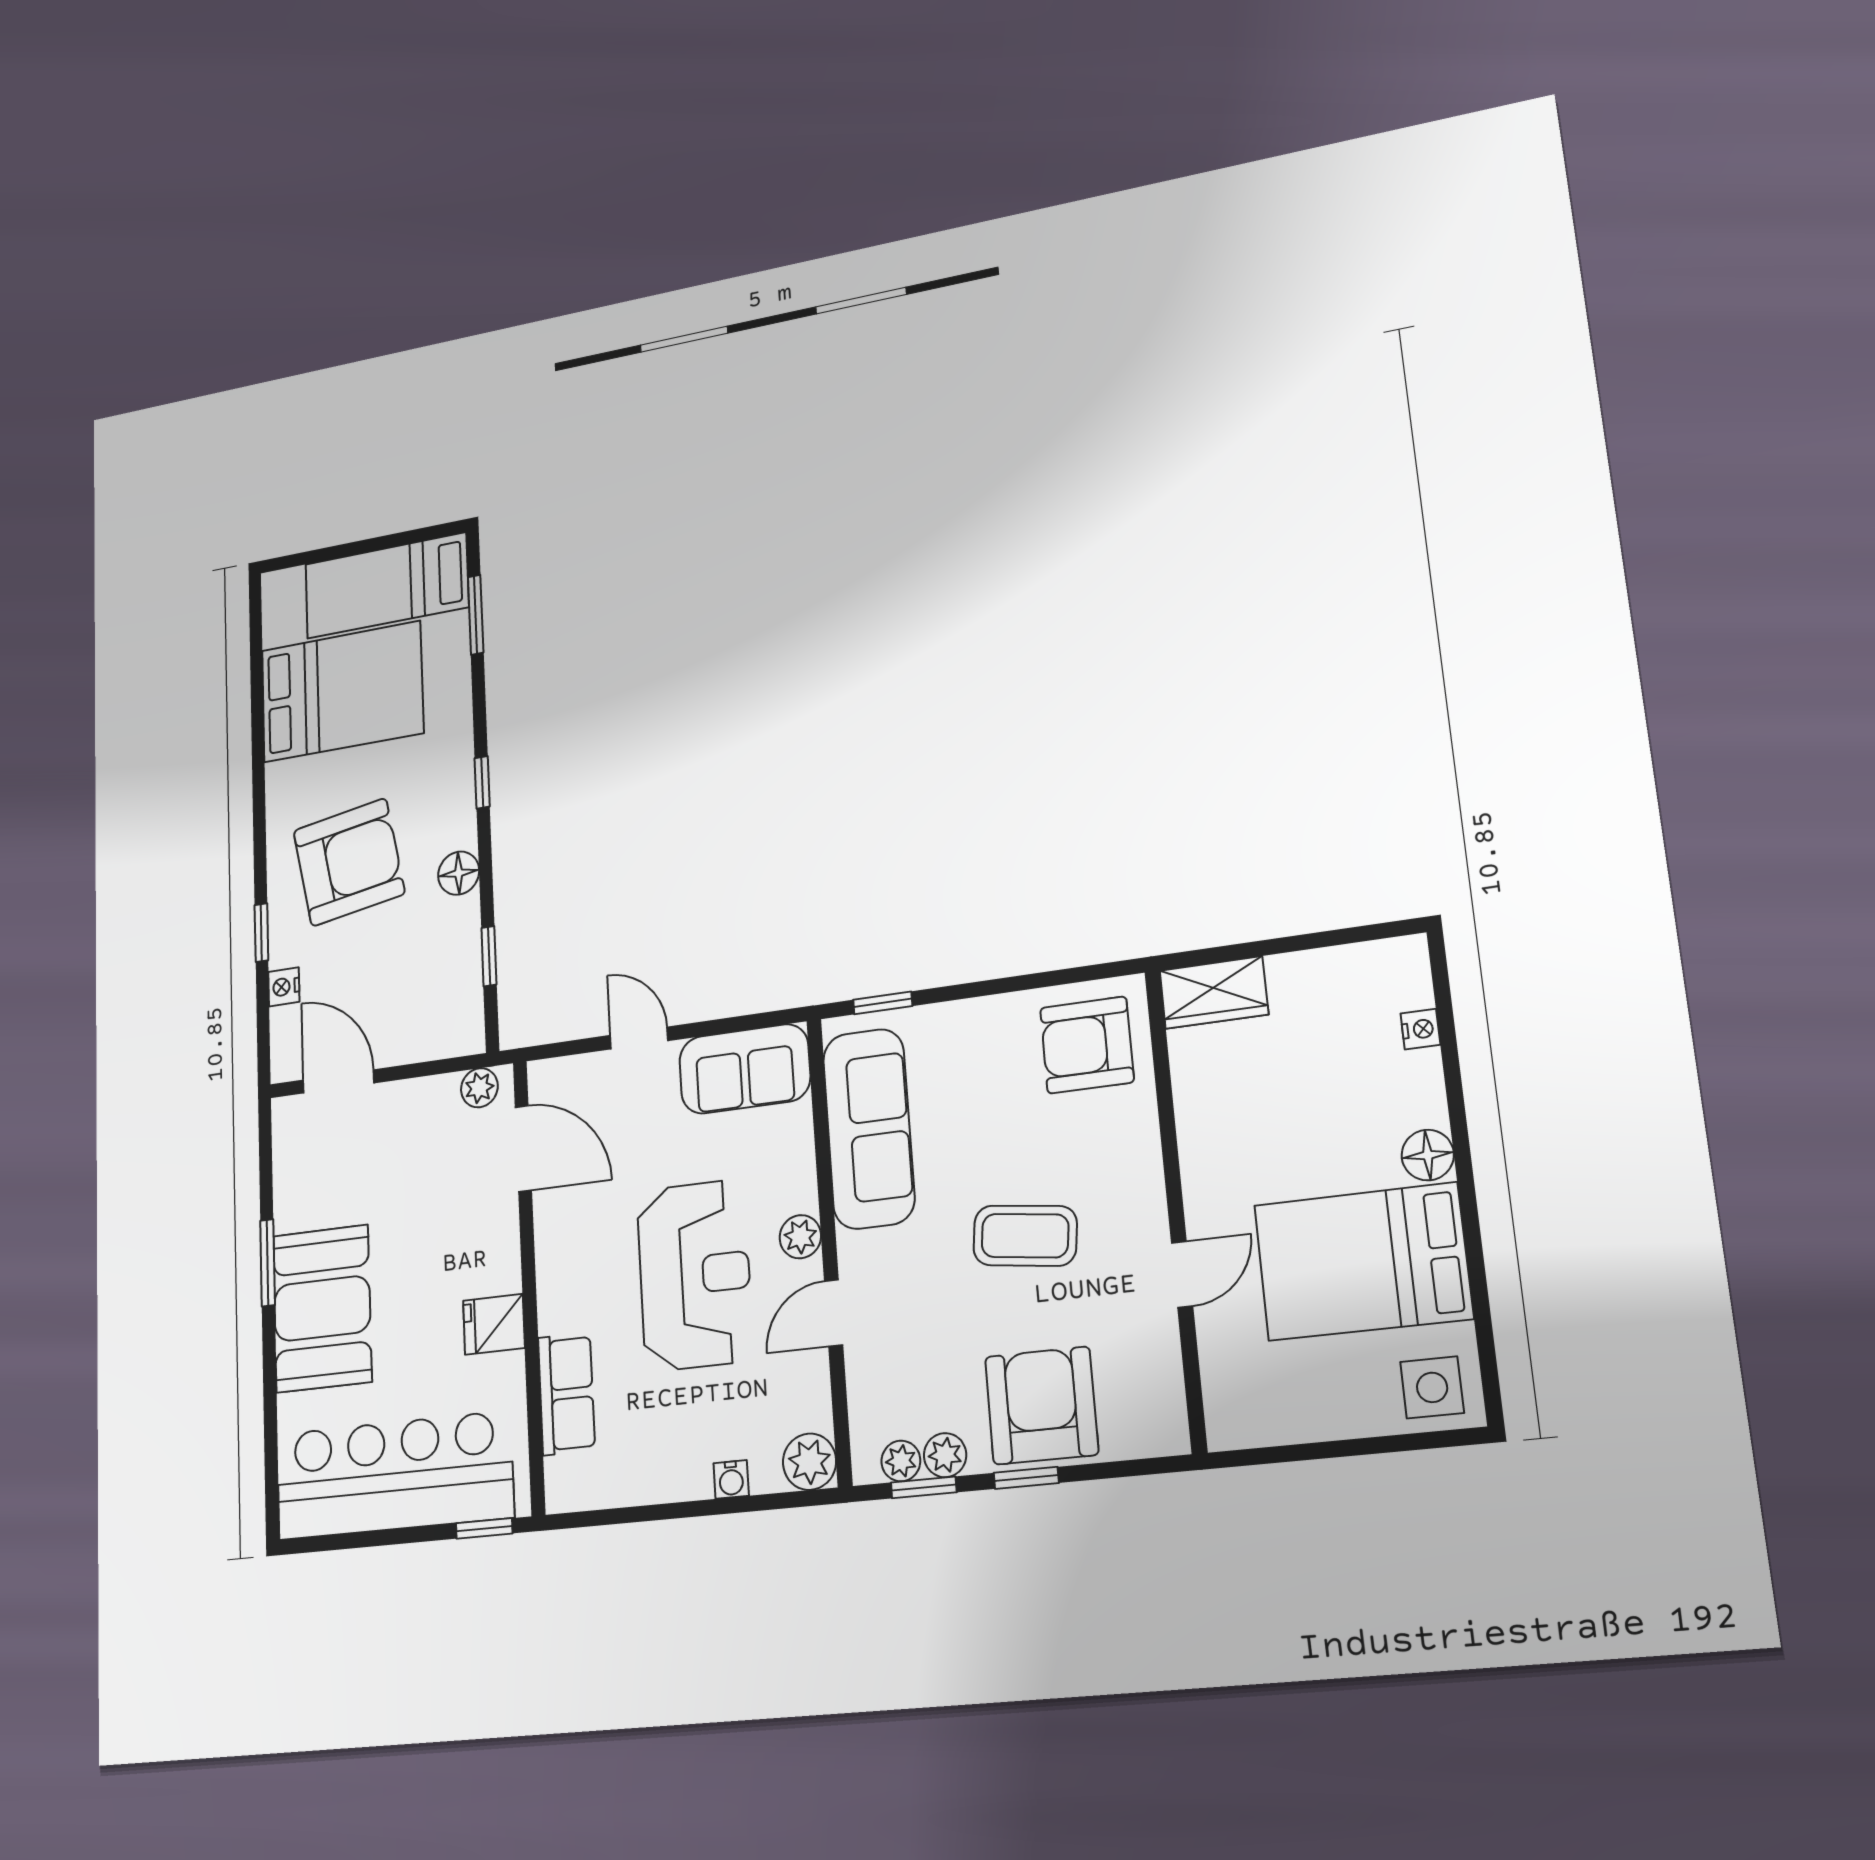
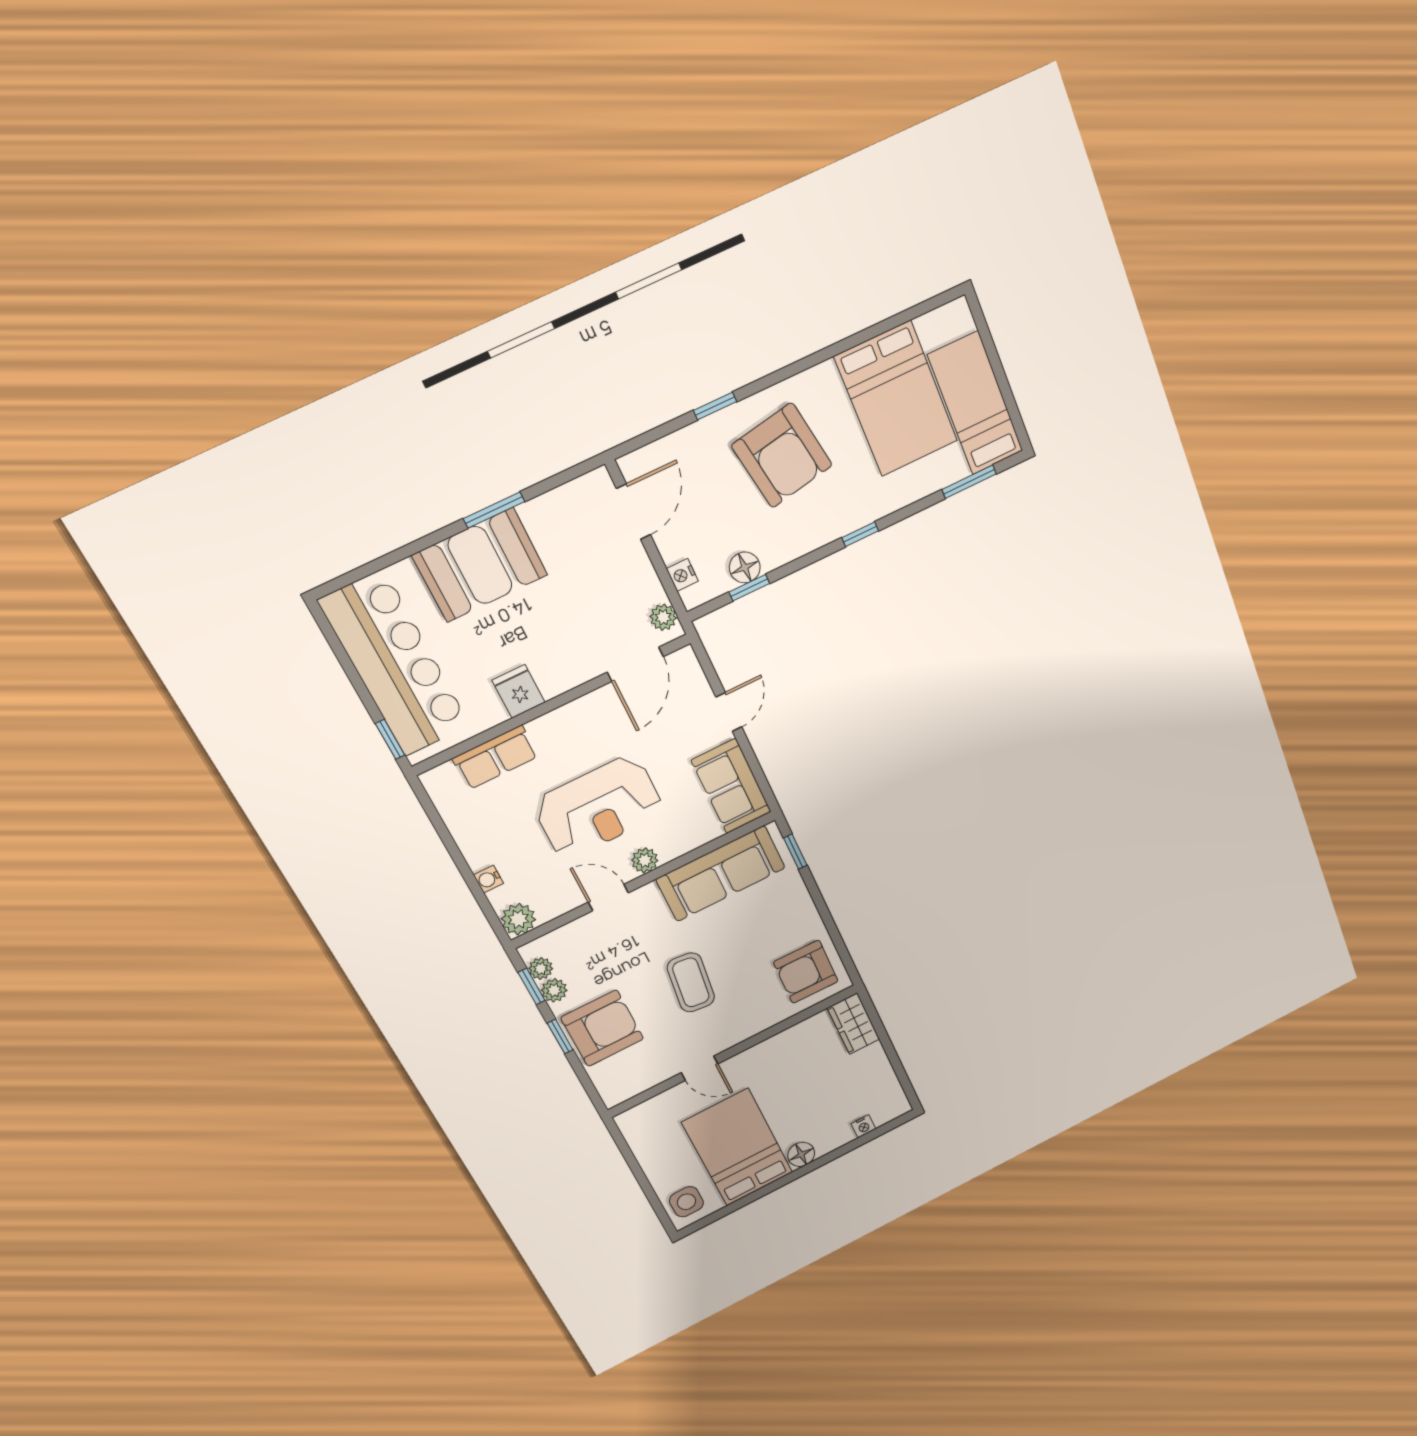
floor lamp: (459, 873) -> (745, 567), moved
nightstand: (284, 987) -> (682, 575), moved, turned -90
armchair: (1087, 1045) -> (806, 972), turned -89

